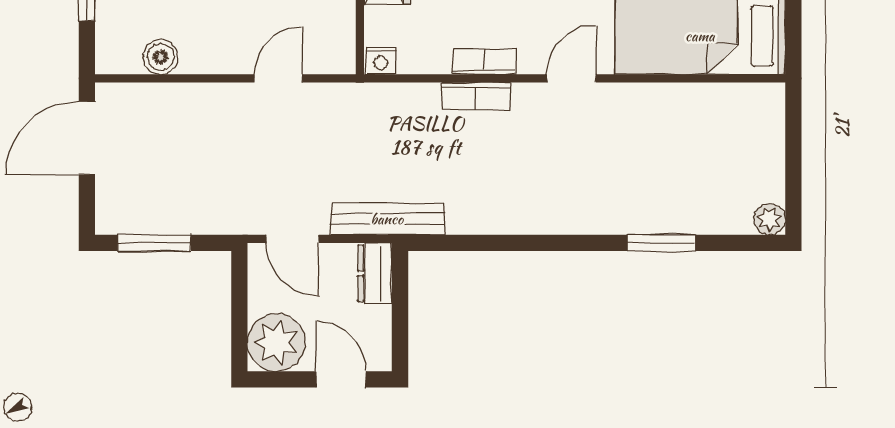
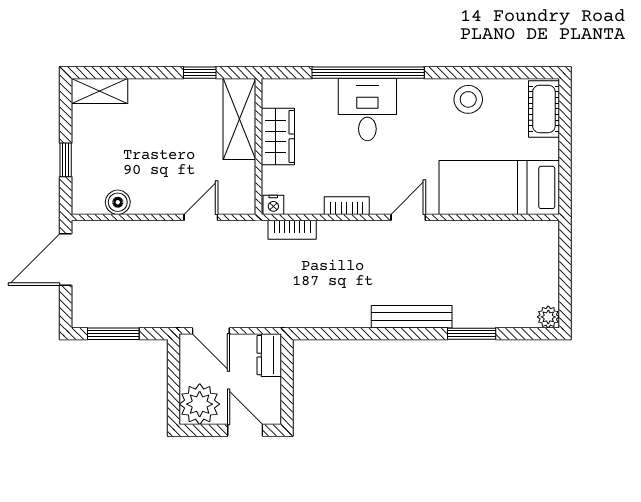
bookcase: (476, 96) -> (292, 230), moved
bench: (387, 219) -> (412, 317), moved

